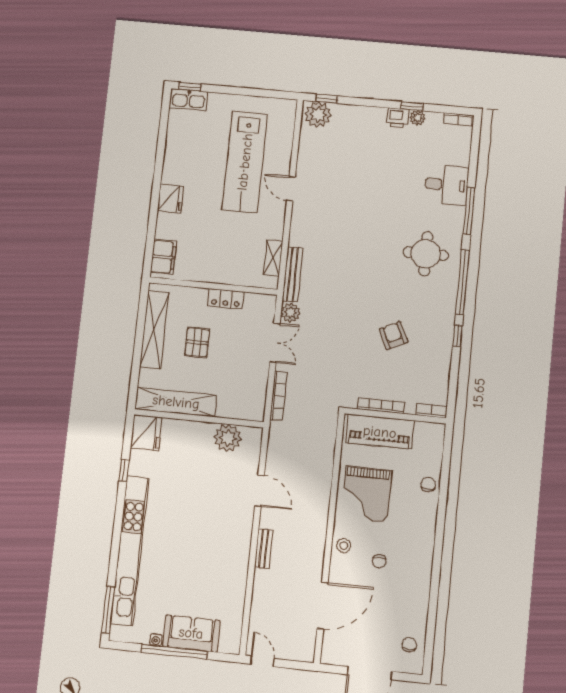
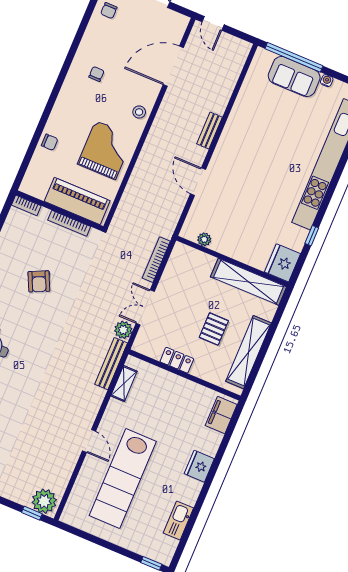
kitchen sink: (188, 100) -> (178, 520), moved, turned -90
lab bench: (245, 162) -> (123, 479), turned 180
plant: (228, 438) -> (204, 239), width x0.53, depth x0.53
chair: (428, 485) -> (50, 142), turned -90
chair: (379, 561) -> (96, 74), moved
window: (174, 652) -> (294, 57), moved
door: (262, 661) -> (213, 23), moved

